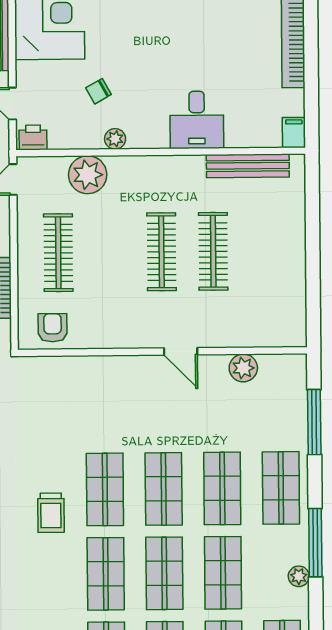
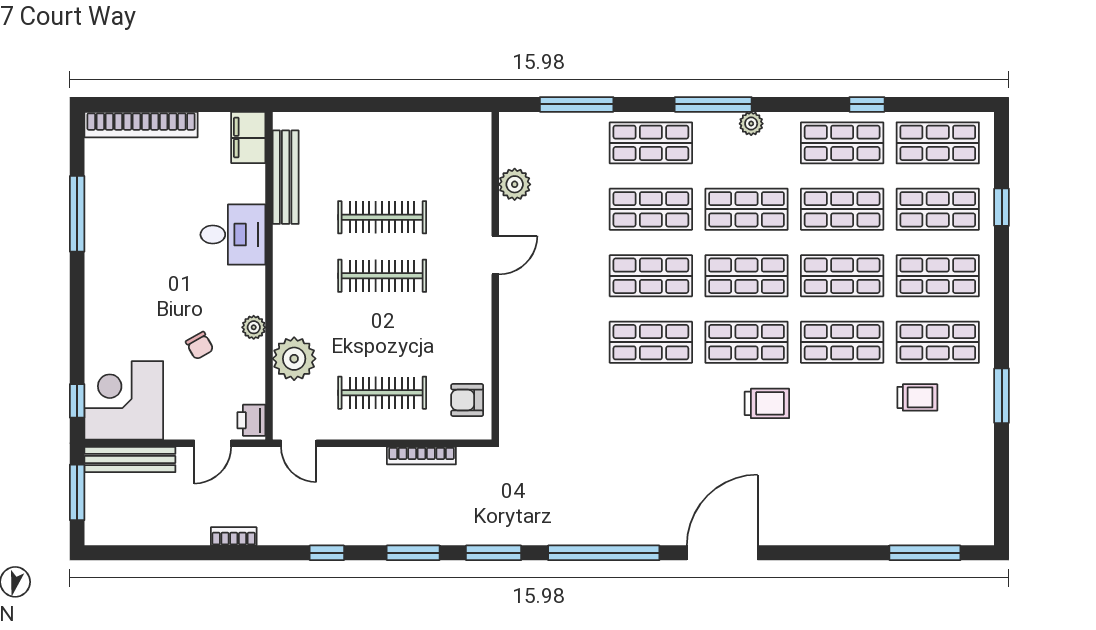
filing cabinet: (294, 133) -> (248, 138), width x2.00
trolley: (51, 513) -> (767, 403), moved

